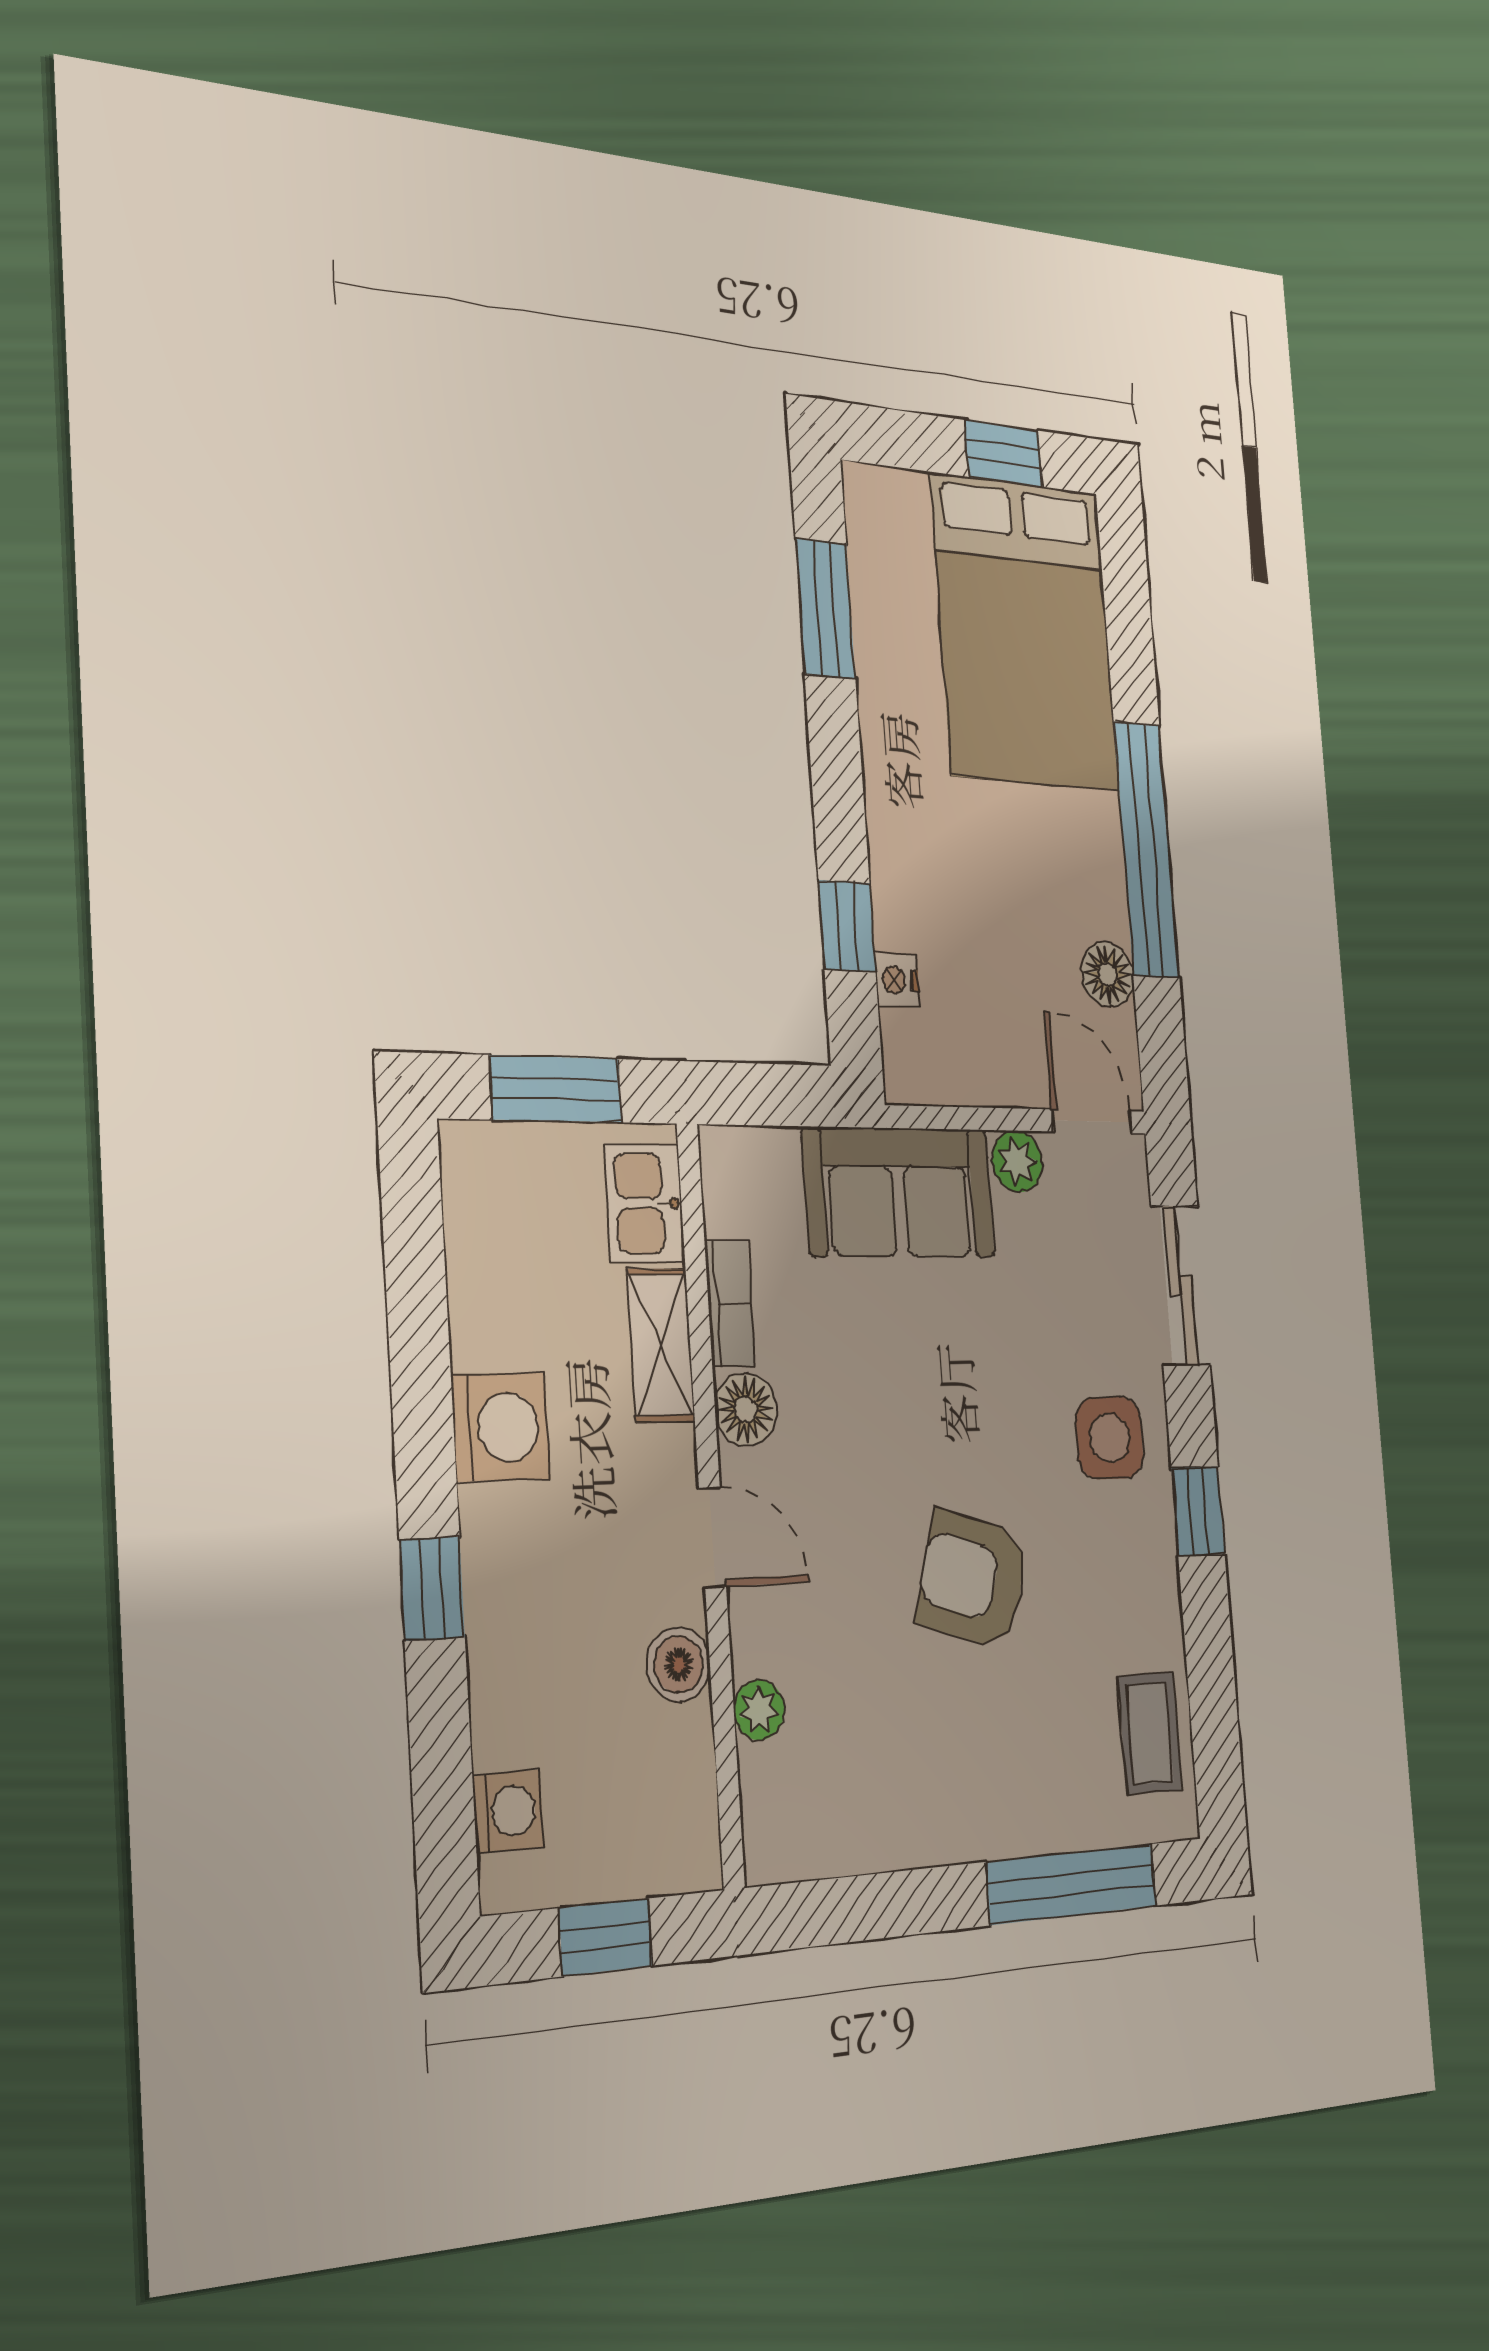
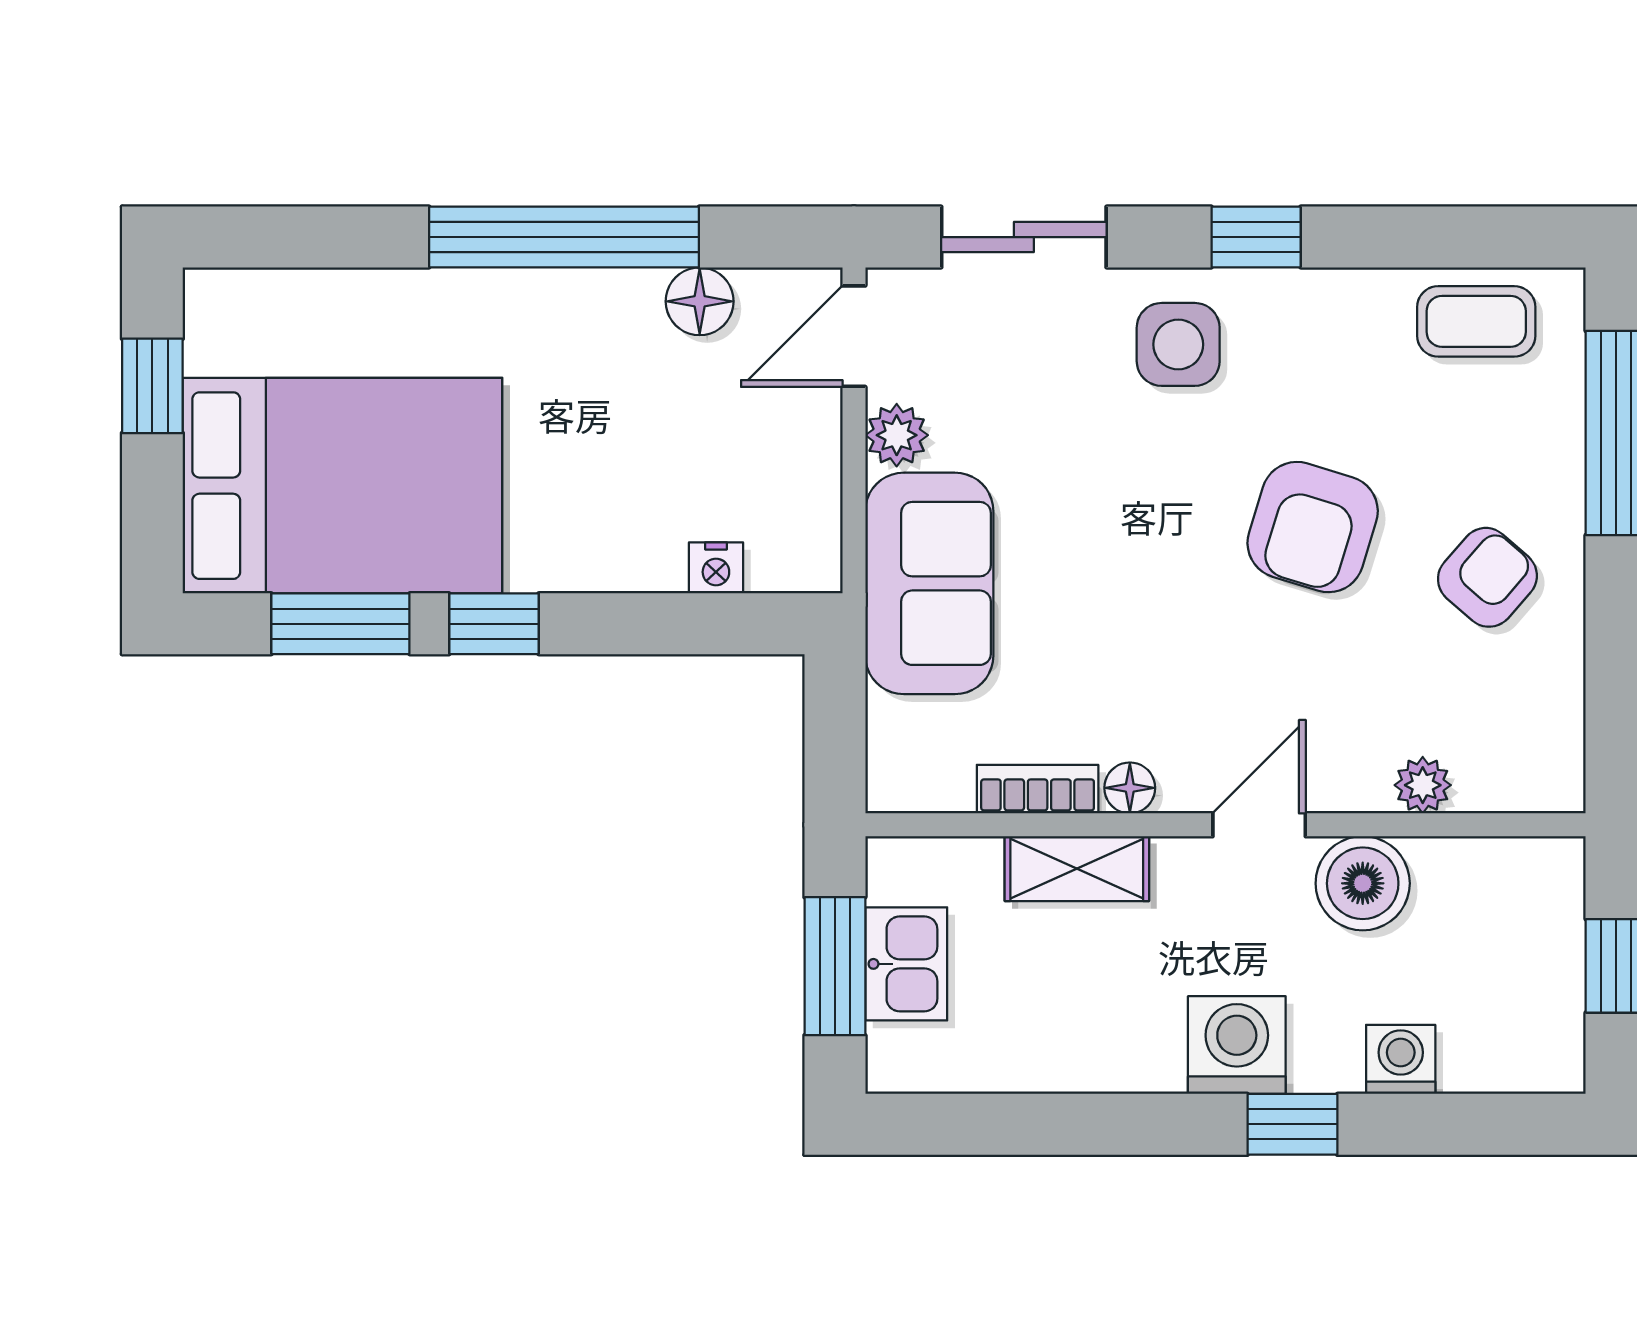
bed: (1025, 632) -> (342, 486), moved
window: (847, 926) -> (494, 624), moved
kitchen sink: (645, 1203) -> (906, 964), moved, turned -90
floor lamp: (746, 1409) -> (1130, 788), width x0.73, depth x0.73
washing machine: (501, 1427) -> (1237, 1045), moved
boiler: (679, 1664) -> (1363, 883), width x1.36, depth x1.36
armchair: (944, 1763) -> (1487, 577), added
washing machine: (508, 1811) -> (1401, 1059), moved

